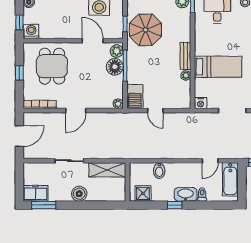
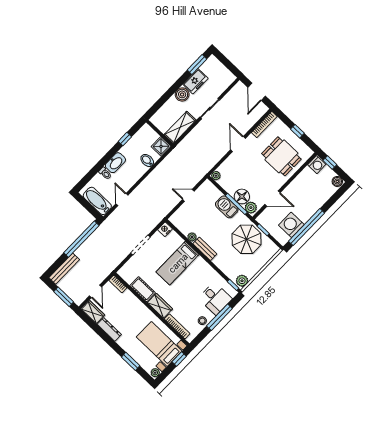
barbecue: (135, 96) -> (227, 207), moved
freezer: (35, 193) -> (195, 81), moved
shower: (143, 193) -> (161, 146), moved
window: (175, 205) -> (125, 139), moved

